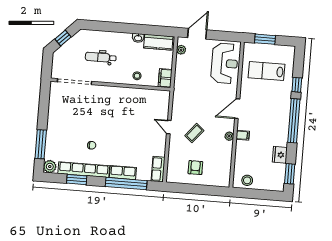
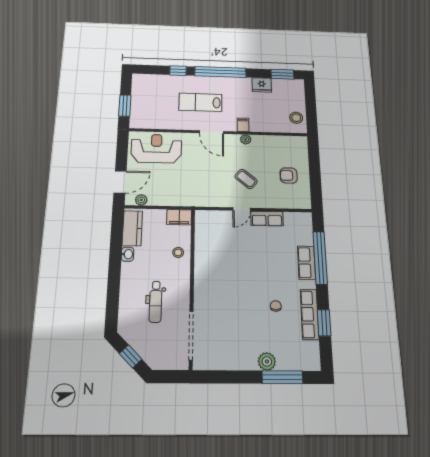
door: (197, 34) -> (120, 182), swing flipped
lab bench: (267, 71) -> (200, 102), moved, turned 90
plant: (50, 167) -> (267, 361), moved
row of seats: (158, 169) -> (267, 219), moved
row of seats: (84, 170) -> (310, 314), width x0.73

